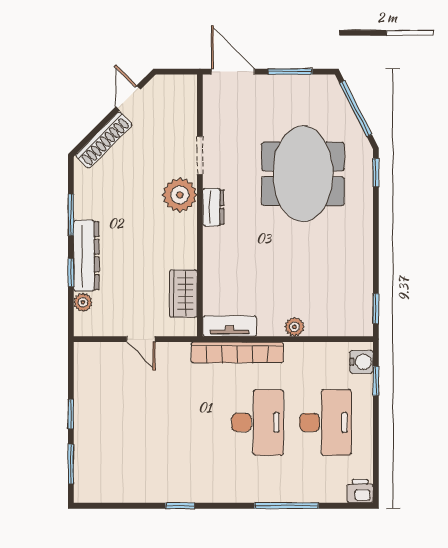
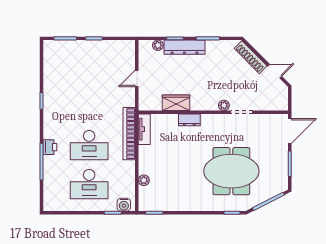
plant: (180, 195) -> (224, 105), width x0.53, depth x0.53
dresser: (213, 207) -> (189, 120), moved
wardrobe: (183, 294) -> (176, 103), moved
plant: (295, 327) -> (144, 180), moved
printer: (360, 491) -> (50, 147), moved

